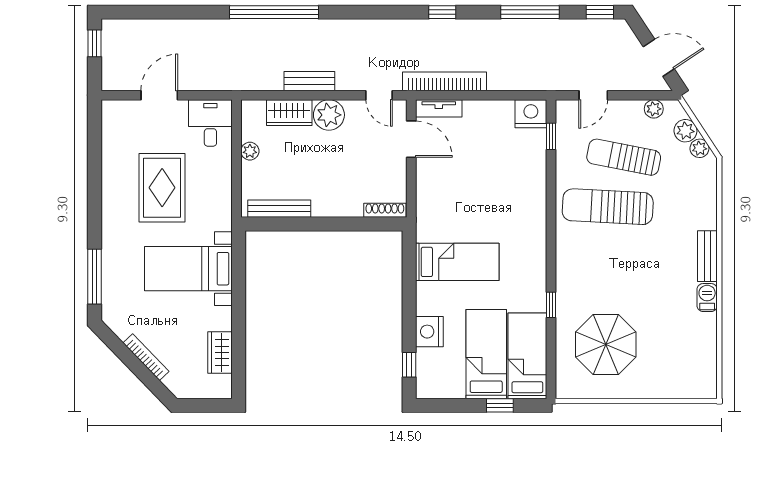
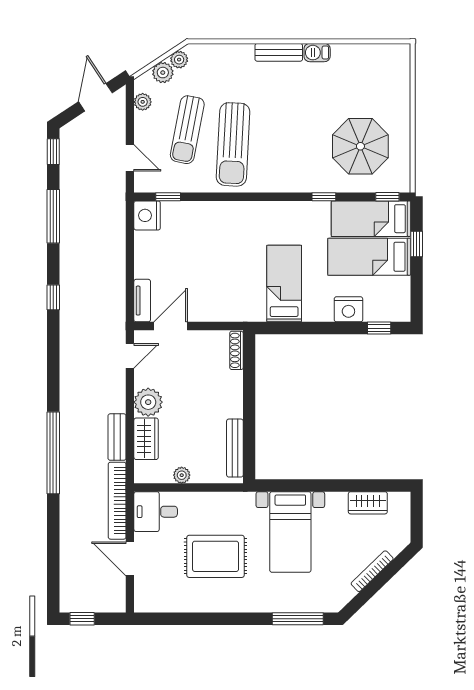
bench: (309, 81) -> (117, 437), moved
bookcase: (444, 81) -> (117, 501), moved
window: (551, 374) -> (387, 197), added

